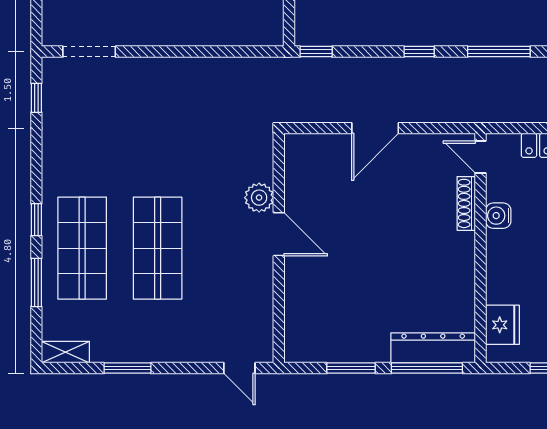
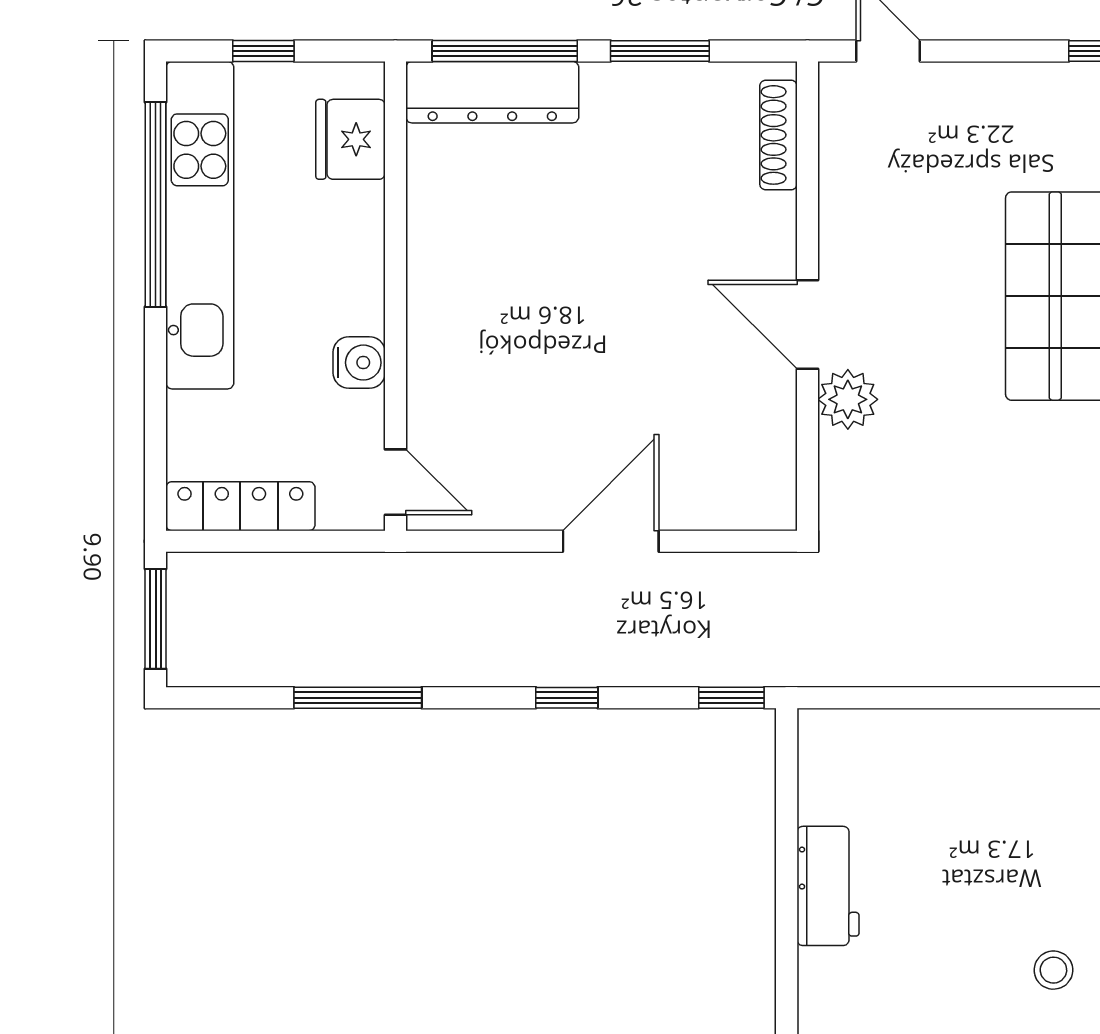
window: (419, 52) -> (567, 698), moved
shoe rack: (466, 203) -> (778, 135), moved, turned 180

